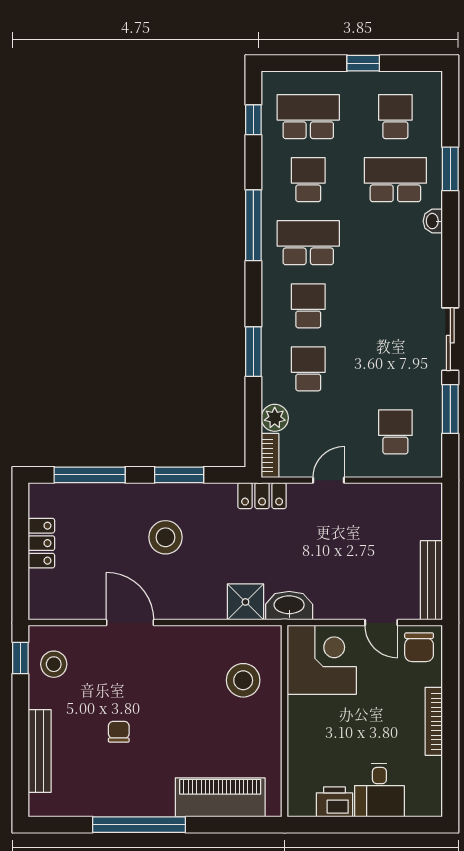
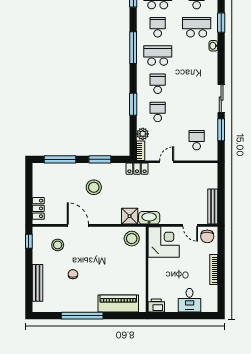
locker: (41, 543) -> (38, 208), moved
stool: (54, 664) -> (58, 245), moved
stool: (243, 680) -> (132, 239), moved
printer: (334, 802) -> (156, 306), moved

